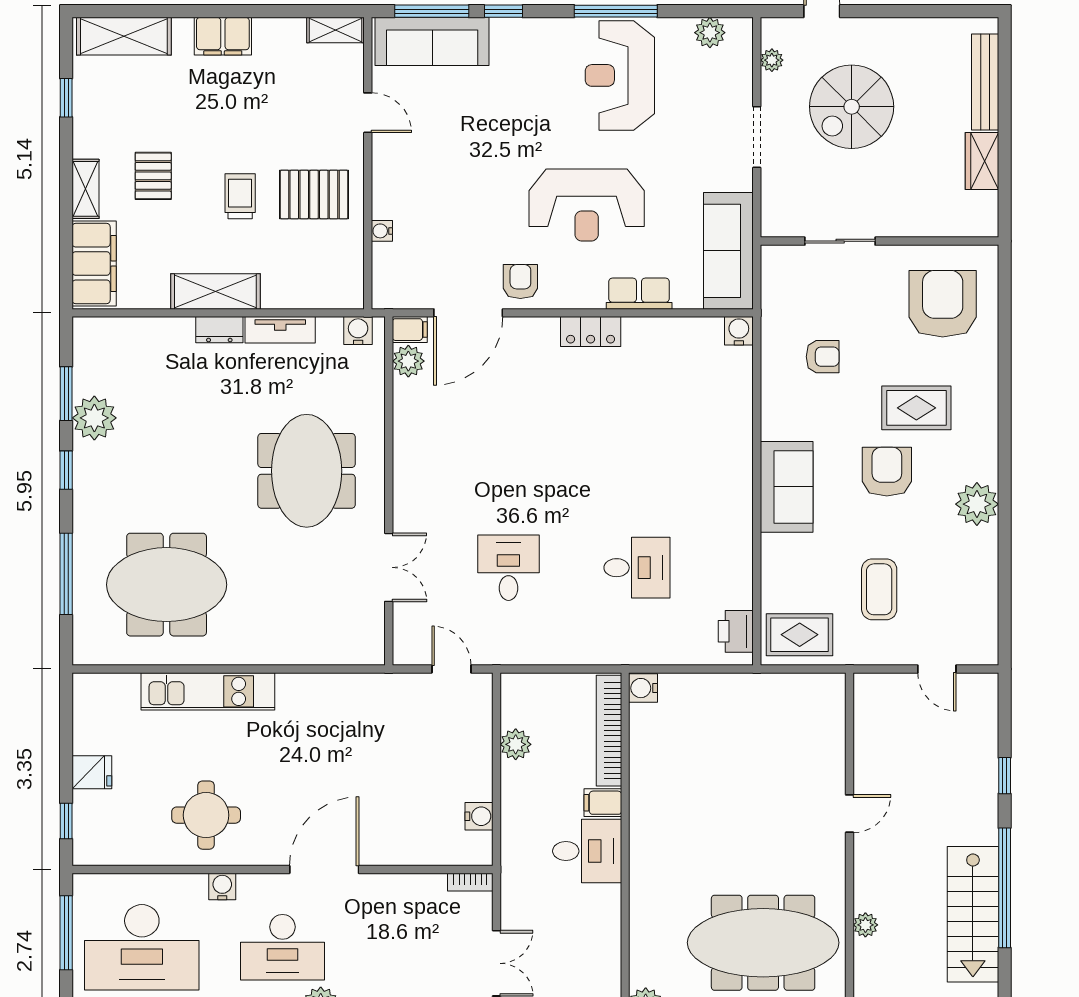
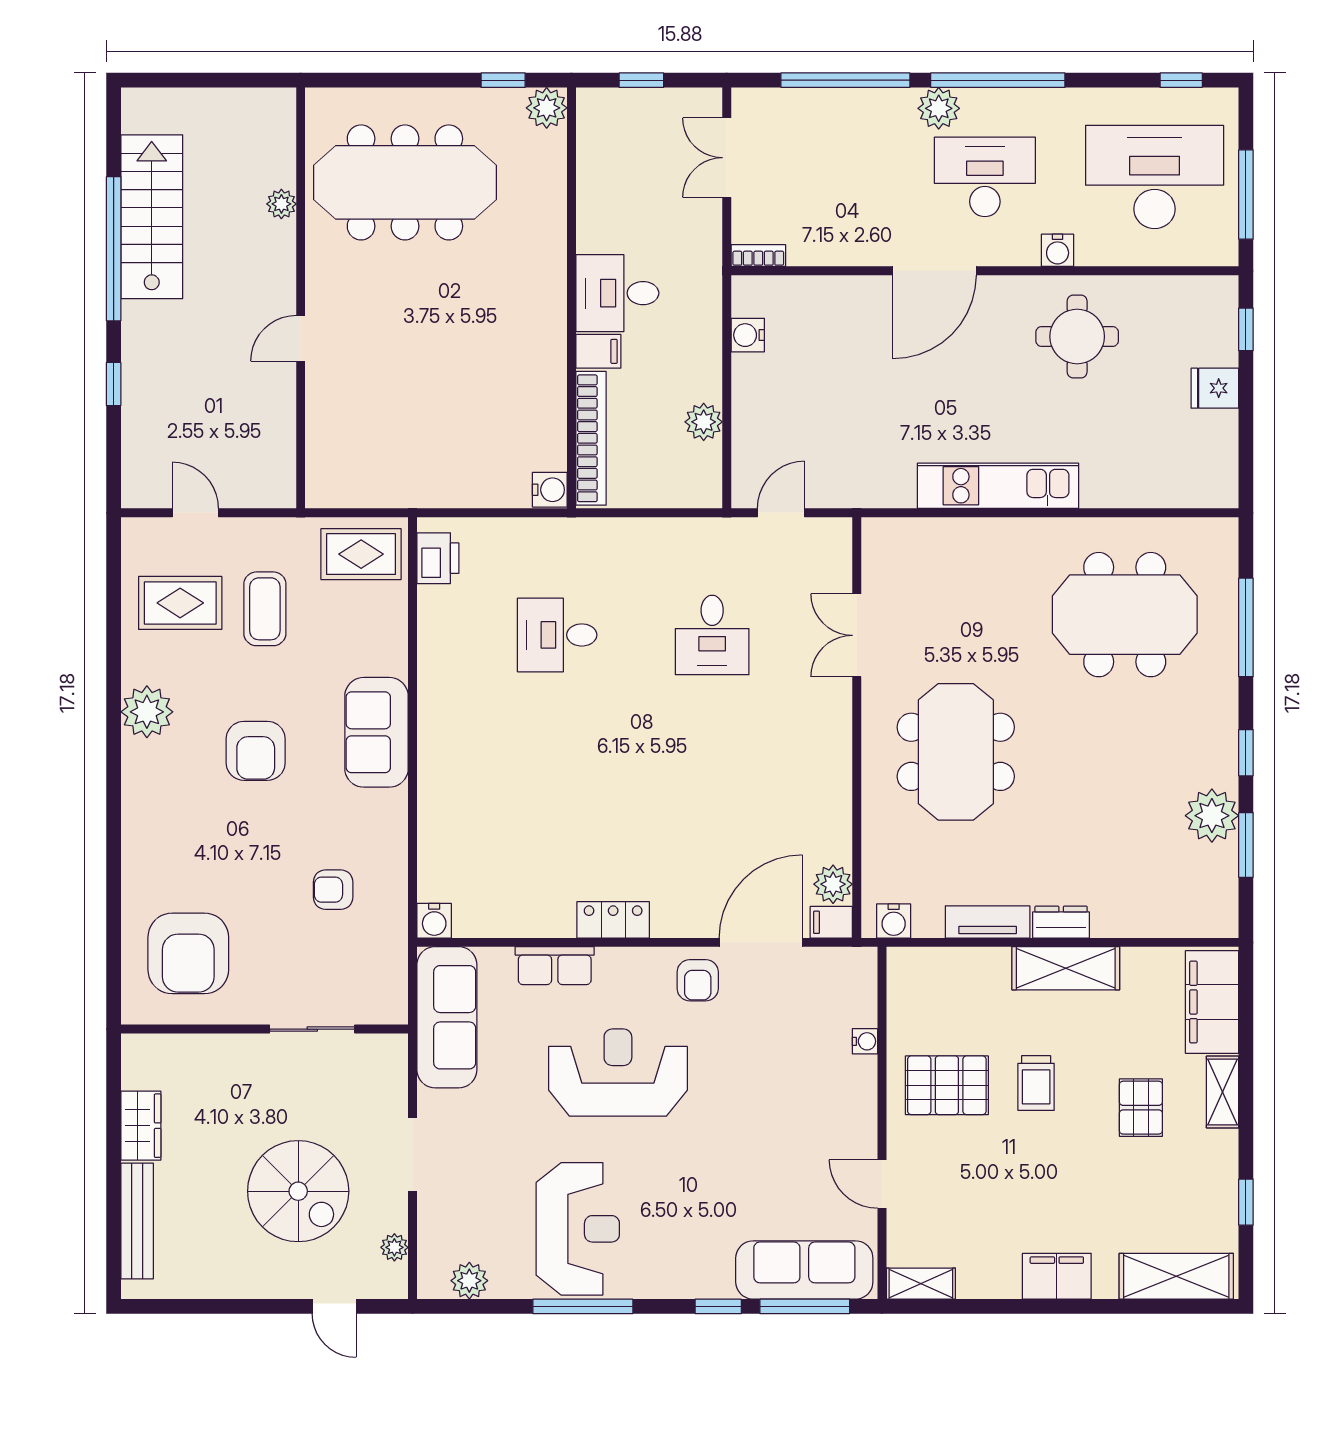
spiral stairs: (852, 107) -> (298, 1191), turned 90
rug: (916, 408) -> (180, 603), moved
door: (451, 669) -> (781, 513), swing flipped
kitchen unit: (208, 691) -> (998, 486), moved

